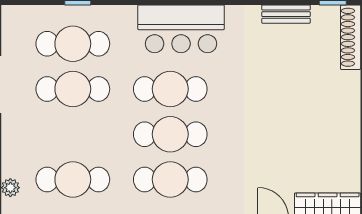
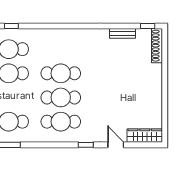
bar counter: (181, 29) -> (66, 41), removed

